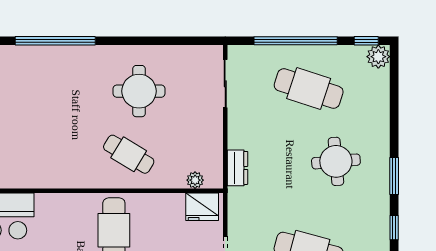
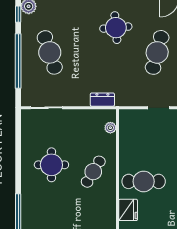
cafe table: (309, 89) -> (50, 52), turned -36
round table: (336, 161) -> (116, 28), moved
fridge: (202, 207) -> (128, 210), moved

